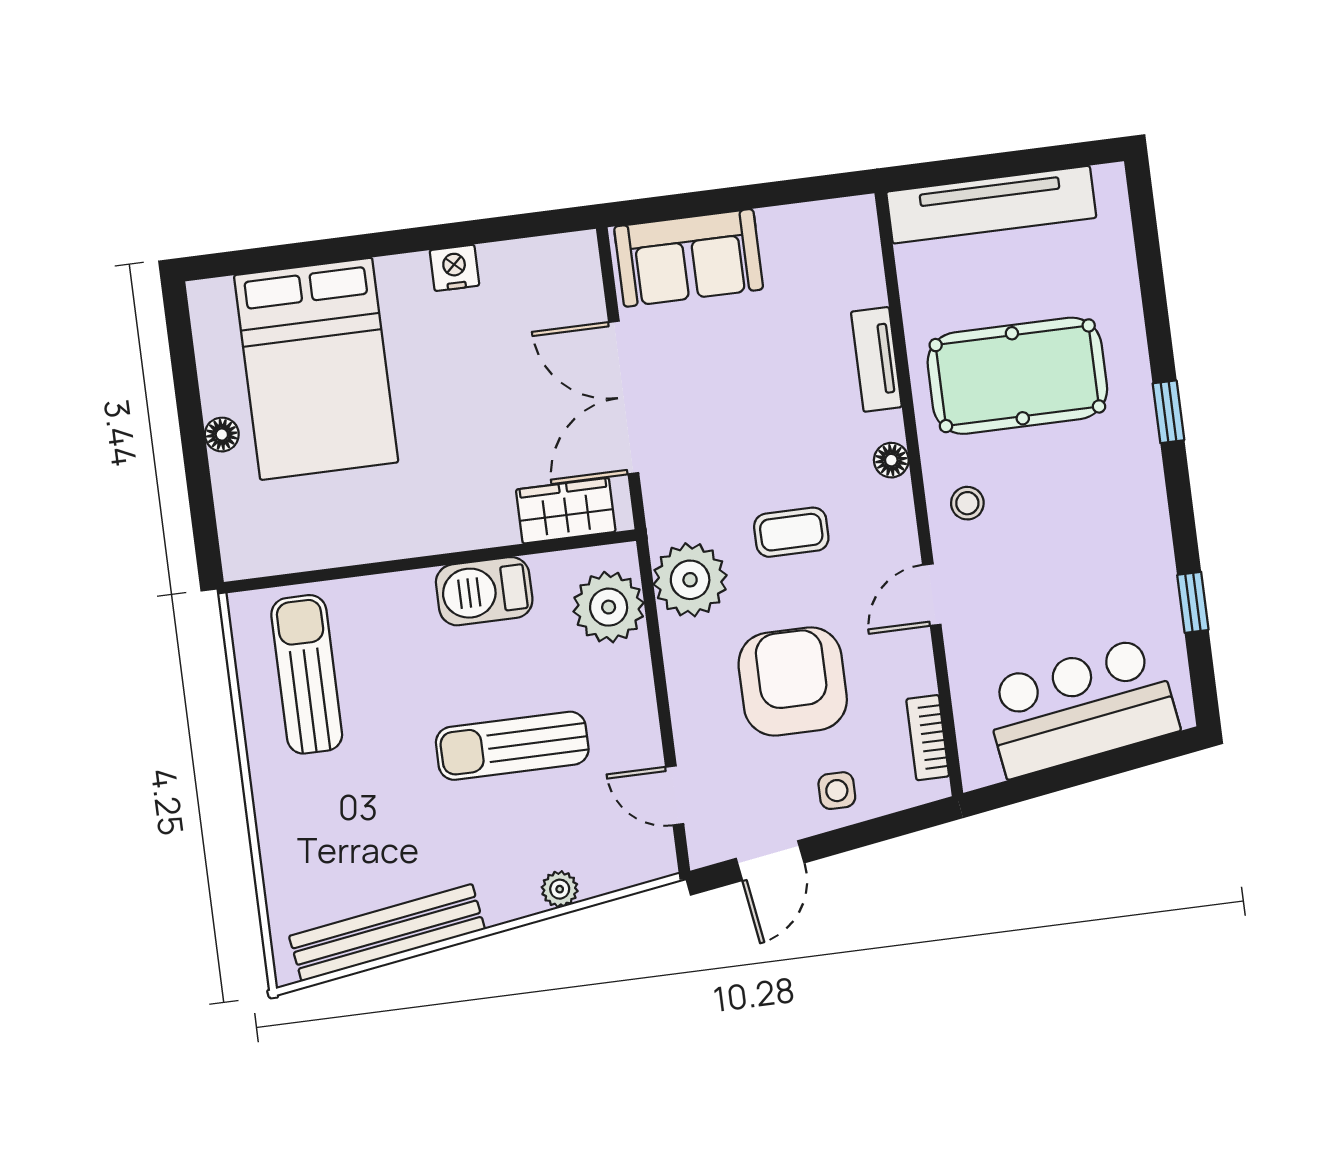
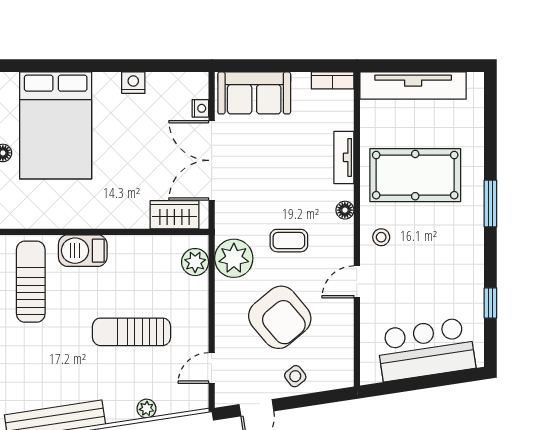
nightstand: (589, 301) -> (200, 108), added
window: (1168, 412) -> (490, 204), width x1.50
barbecue: (484, 591) -> (83, 251), moved
plant: (609, 607) -> (195, 262), width x0.73, depth x0.73
armchair: (793, 681) -> (280, 317), turned 140
bookcase: (928, 738) -> (333, 80), moved, turned -90
side table: (837, 791) -> (295, 376), turned -38
door: (675, 795) -> (212, 368), hinge flipped

